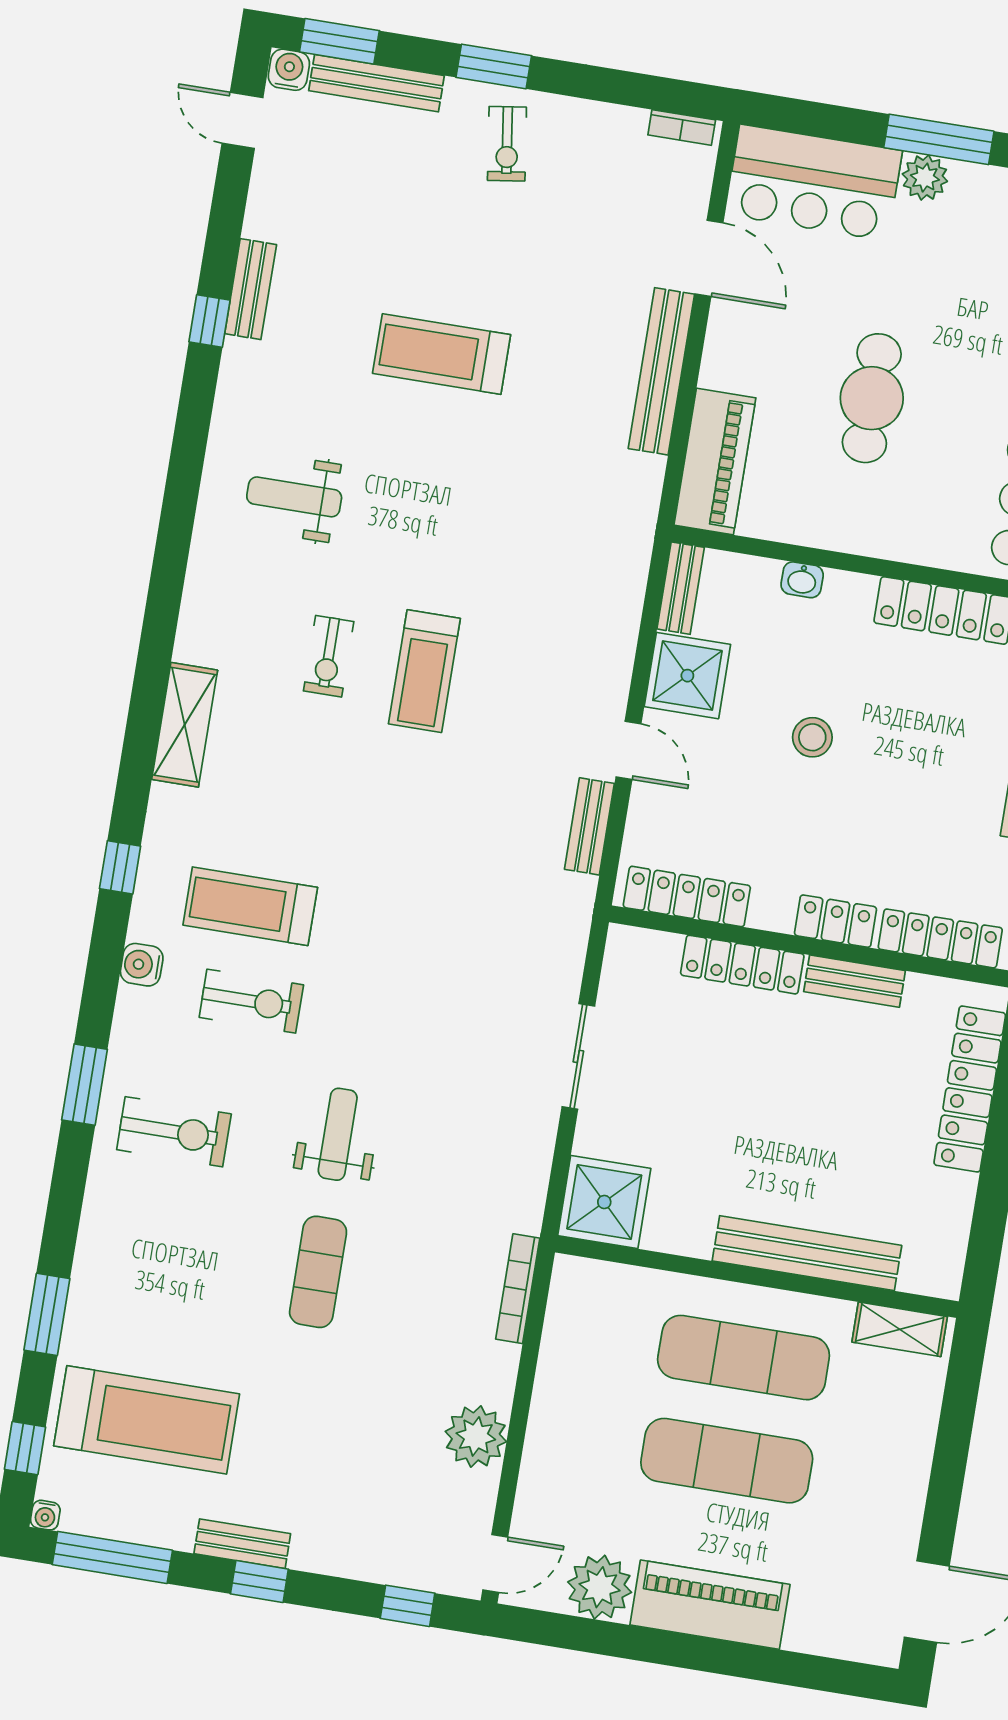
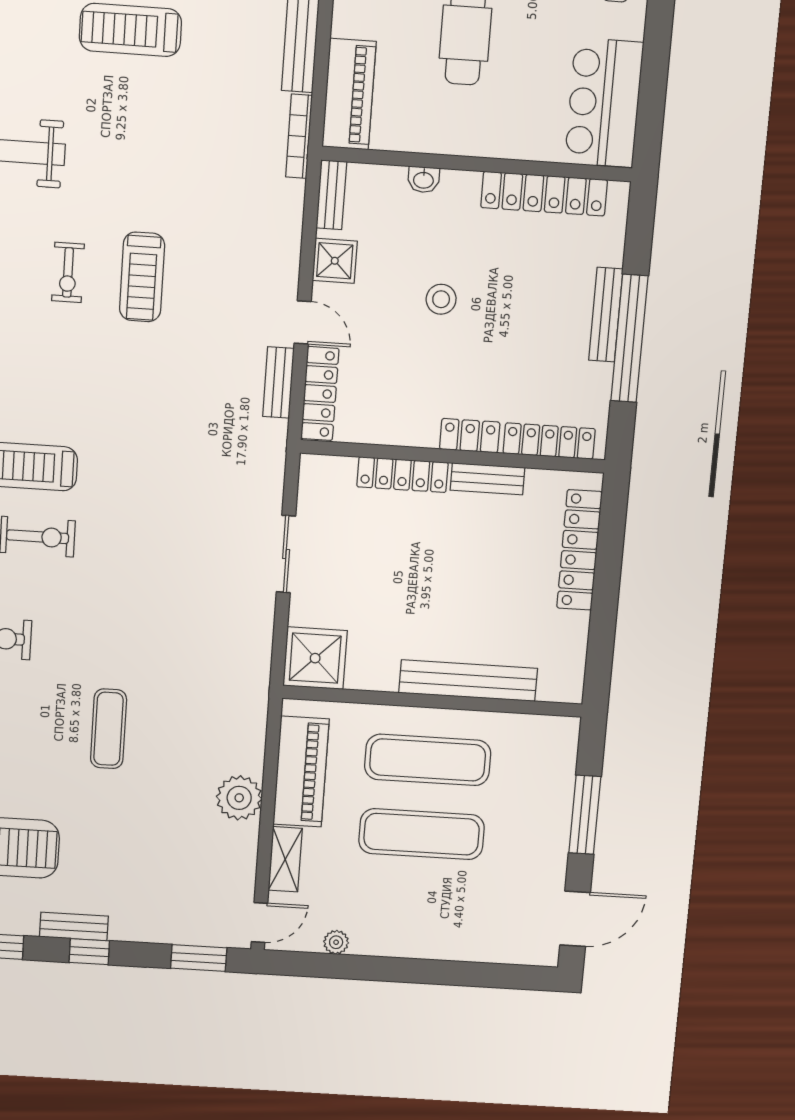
shower: (687, 676) -> (335, 261), width x0.73, depth x0.73
locker: (687, 896) -> (320, 394), moved, turned 90
weight bench: (338, 1134) -> (113, 628), removed
bookcase: (518, 1289) -> (299, 136), moved
shelving: (900, 1329) -> (285, 859), moved, turned 90
plant: (476, 1436) -> (239, 798), moved
window: (951, 1456) -> (585, 815), added
plant: (600, 1587) -> (336, 942), width x0.53, depth x0.53
piano: (710, 1605) -> (301, 772), moved, turned 90
window: (408, 1606) -> (199, 958), width x1.50

